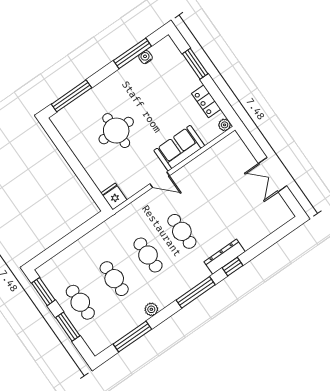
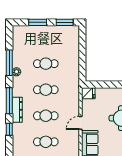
dresser: (225, 257) -> (17, 110), moved
cafe table: (80, 302) -> (46, 142), moved
window: (132, 337) -> (9, 63), moved

